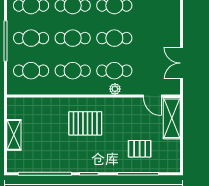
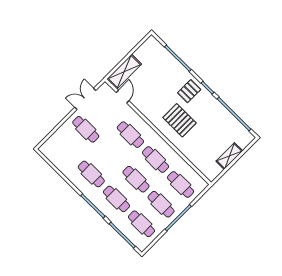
cafe table: (114, 38) -> (86, 129), moved
double door: (181, 63) -> (85, 99), swing flipped
plant: (115, 89) -> (141, 123), removed
pallet: (140, 149) -> (189, 91), moved, turned 90

